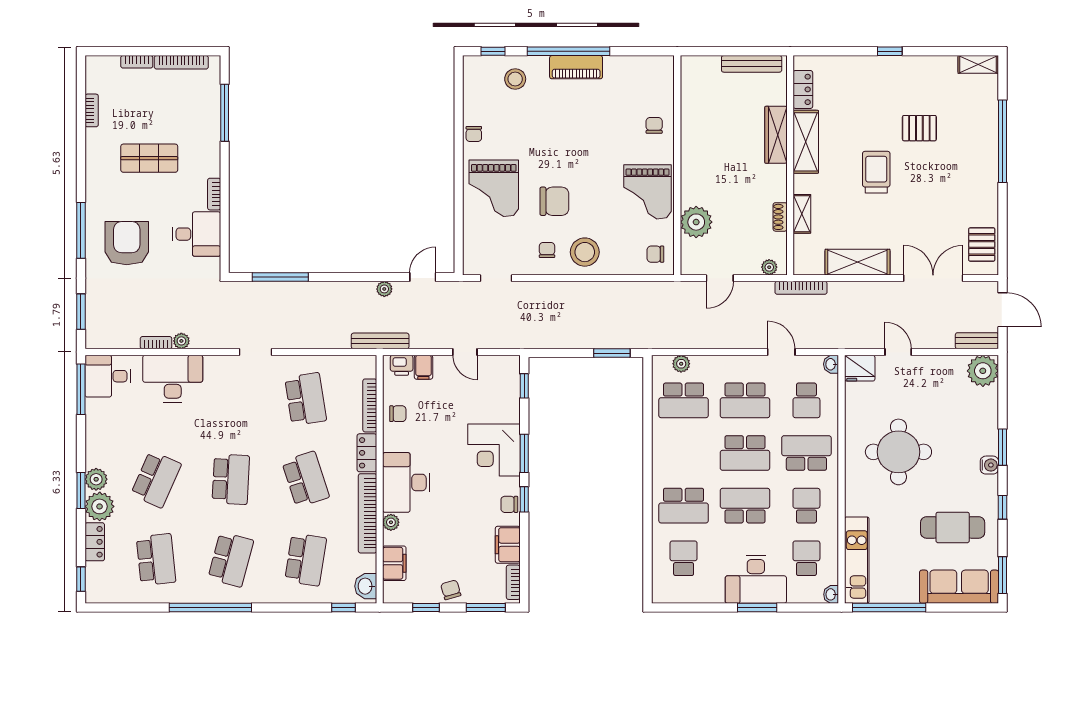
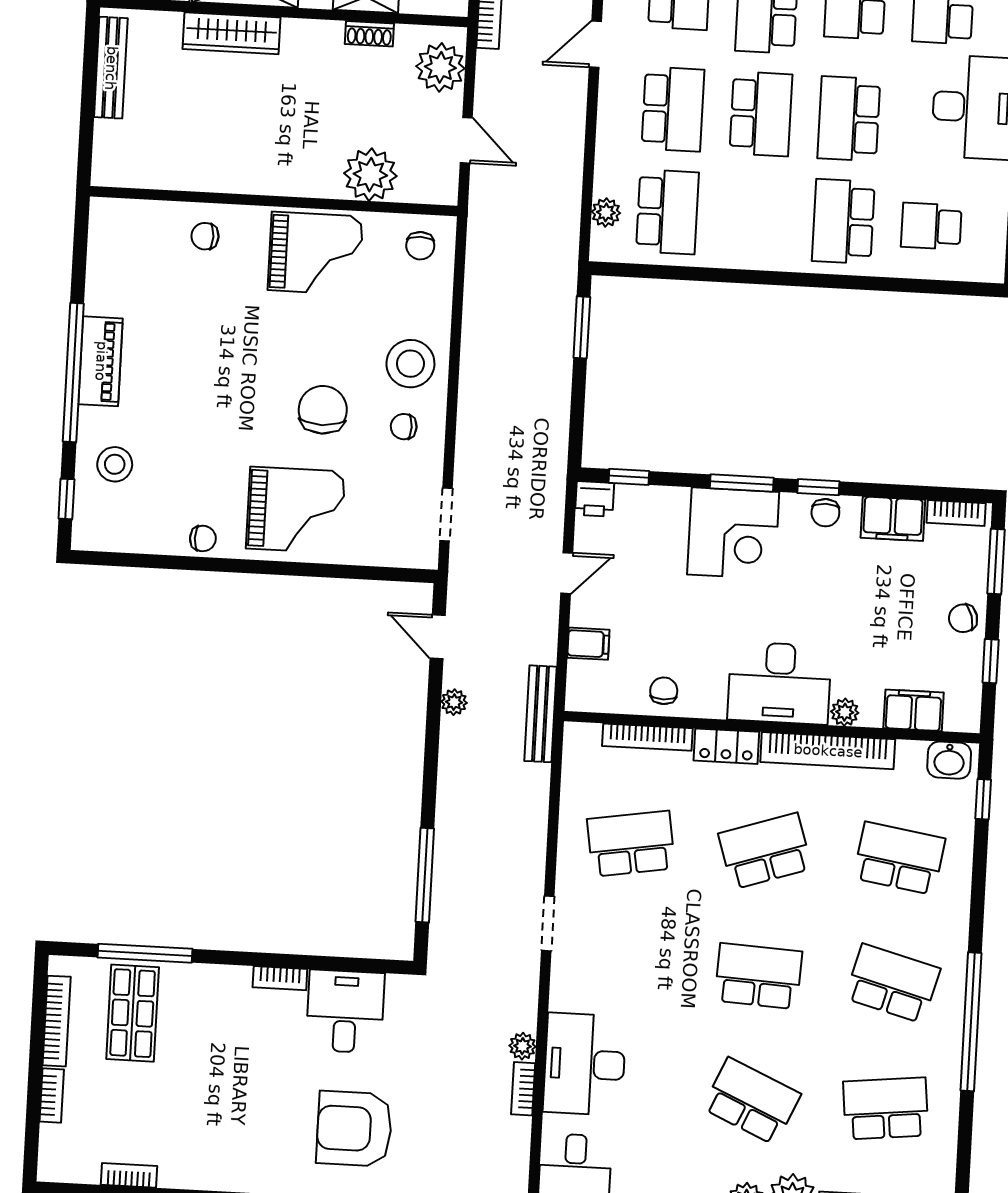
shop shelf: (149, 158) -> (133, 1013), moved
plant: (769, 267) -> (440, 67), width x1.87, depth x1.87
printer: (402, 365) -> (595, 499), moved, turned 90
school desk: (684, 506) -> (843, 221), turned 180

